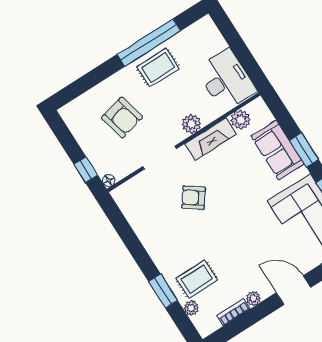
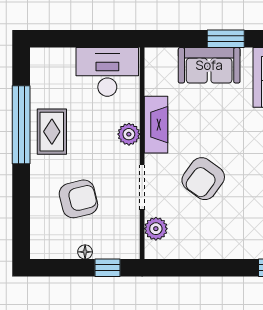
plant: (241, 120) -> (156, 229), moved
floor lamp: (109, 181) -> (85, 252), moved
armchair: (193, 198) -> (203, 179), width x1.38, depth x1.38

